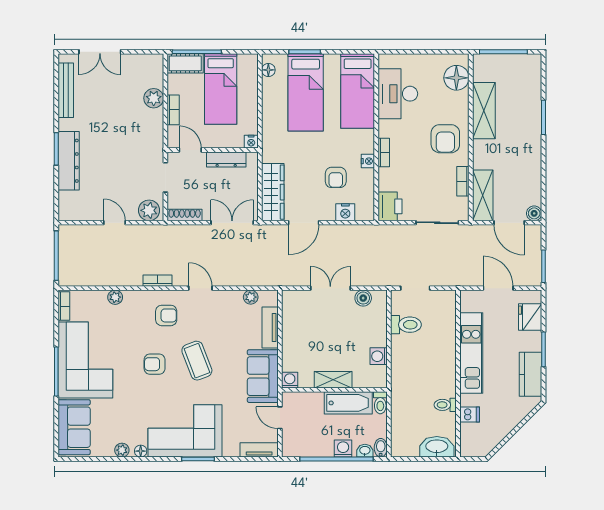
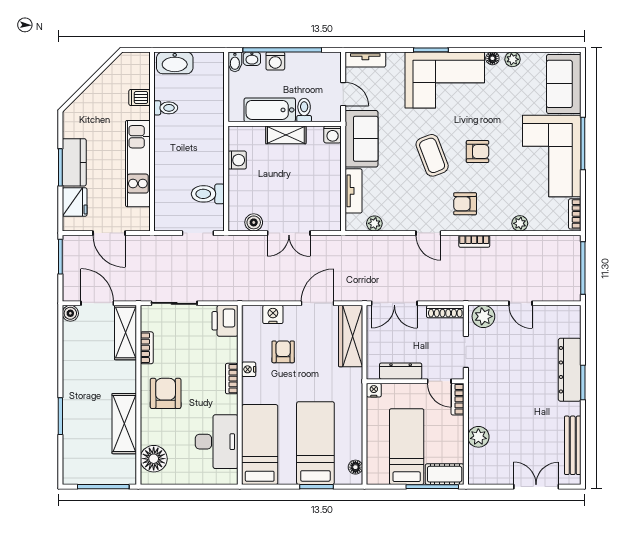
bookcase: (173, 110) -> (458, 399), moved
kitchen counter: (531, 374) -> (74, 162), moved
toilet: (380, 403) -> (304, 110), moved

